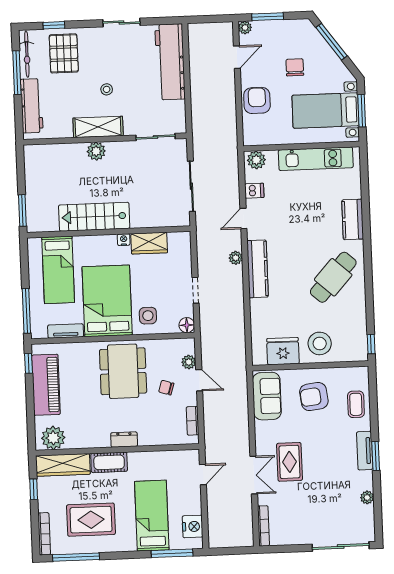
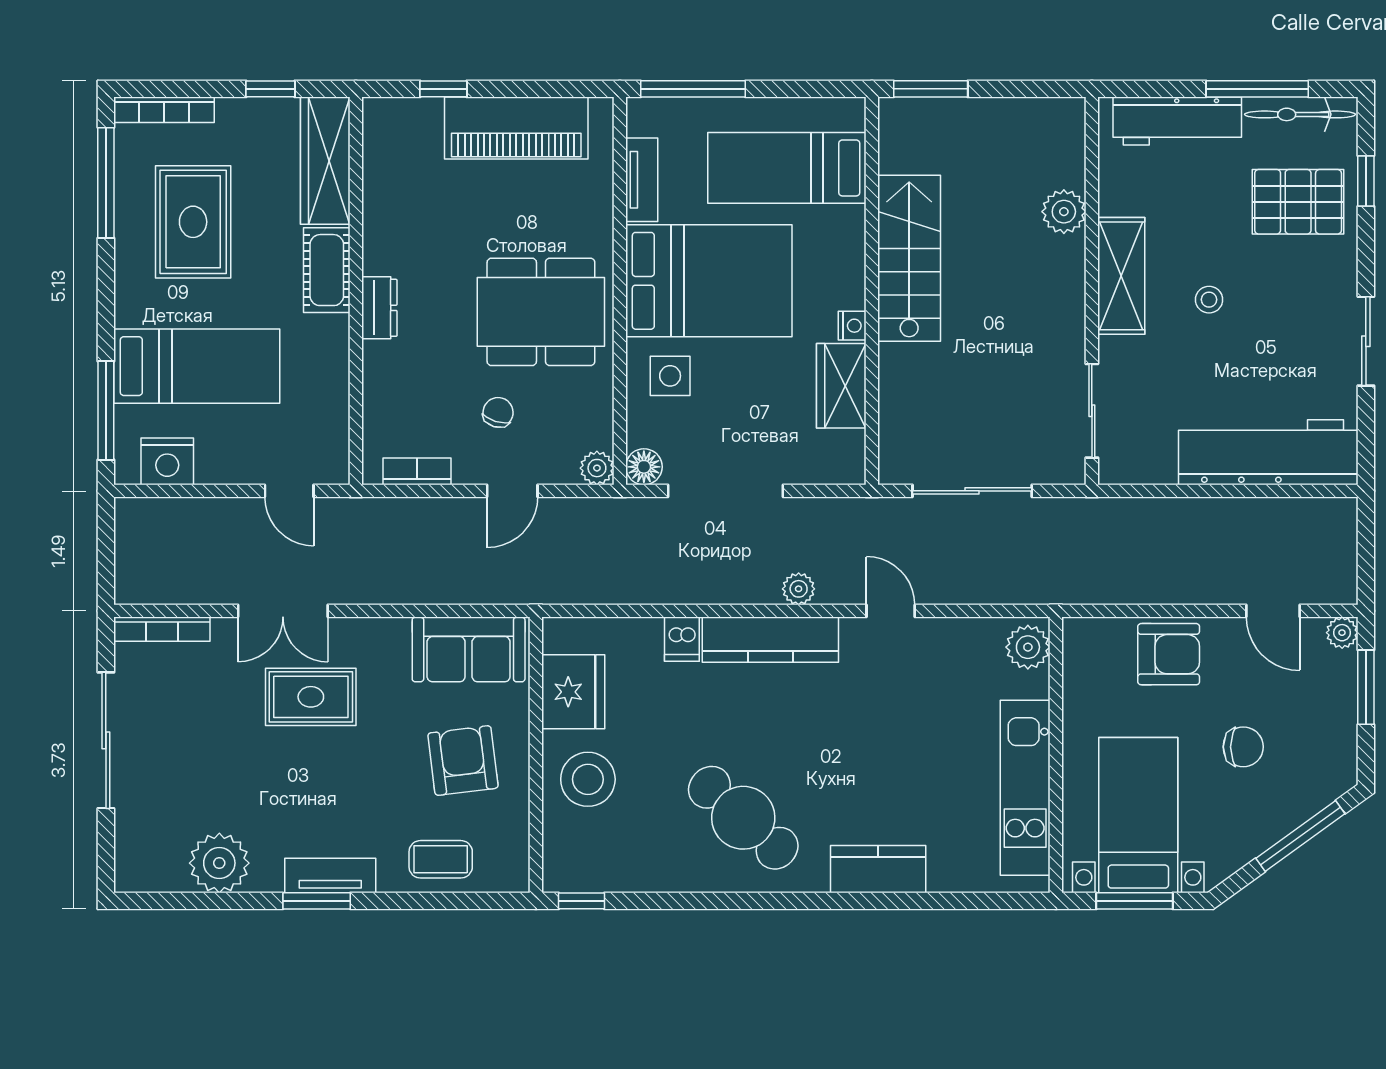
plant: (96, 151) -> (1064, 212), moved
dishwasher: (254, 191) -> (682, 639), moved
doorway: (196, 290) -> (725, 491), width x1.87
plant: (189, 362) -> (597, 468), moved
window: (28, 363) -> (443, 89), moved
plant: (53, 438) -> (390, 140), removed
plant: (367, 497) -> (219, 863), width x1.87, depth x1.87
sliding door: (341, 546) -> (106, 740), moved

